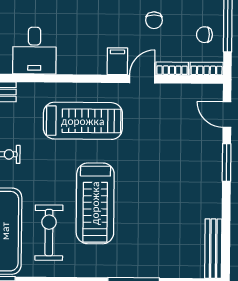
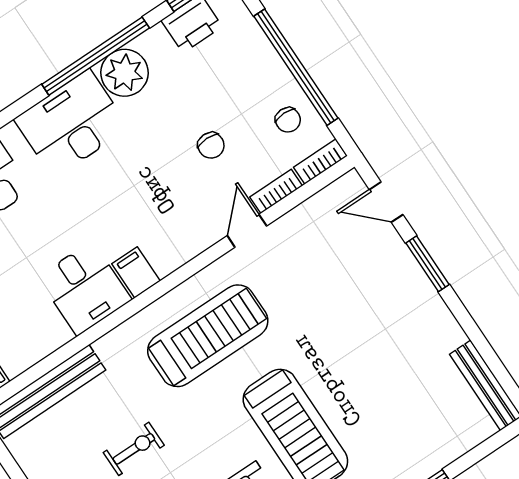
chair: (204, 35) -> (288, 120), turned -90
filing cabinet: (117, 61) -> (136, 272), moved

